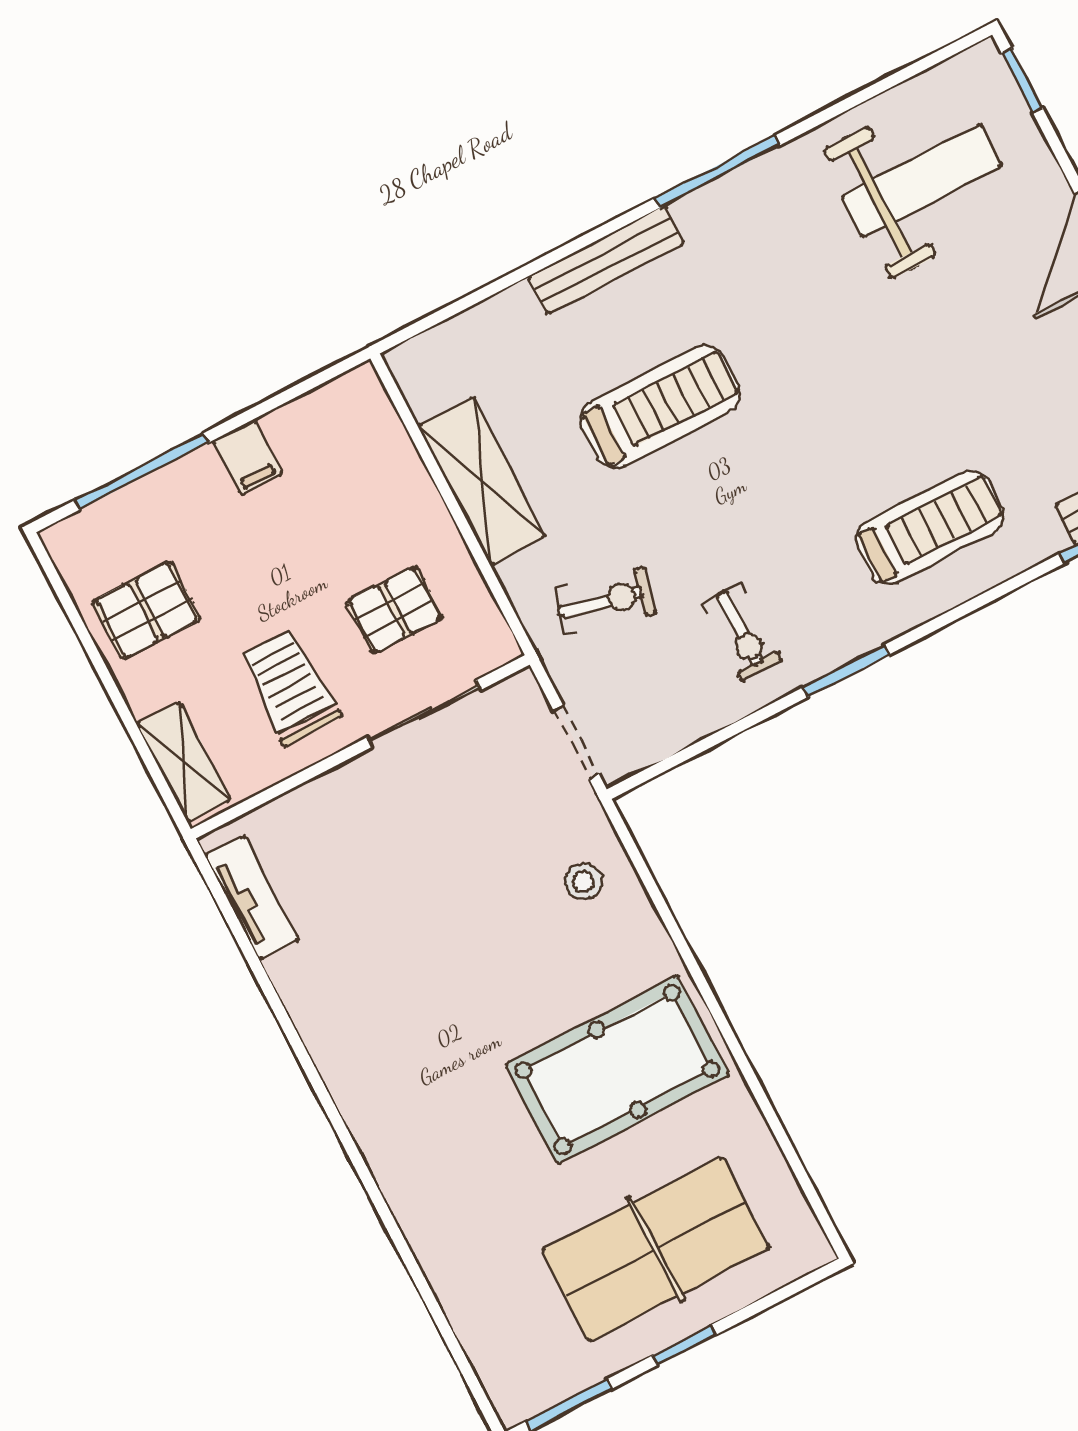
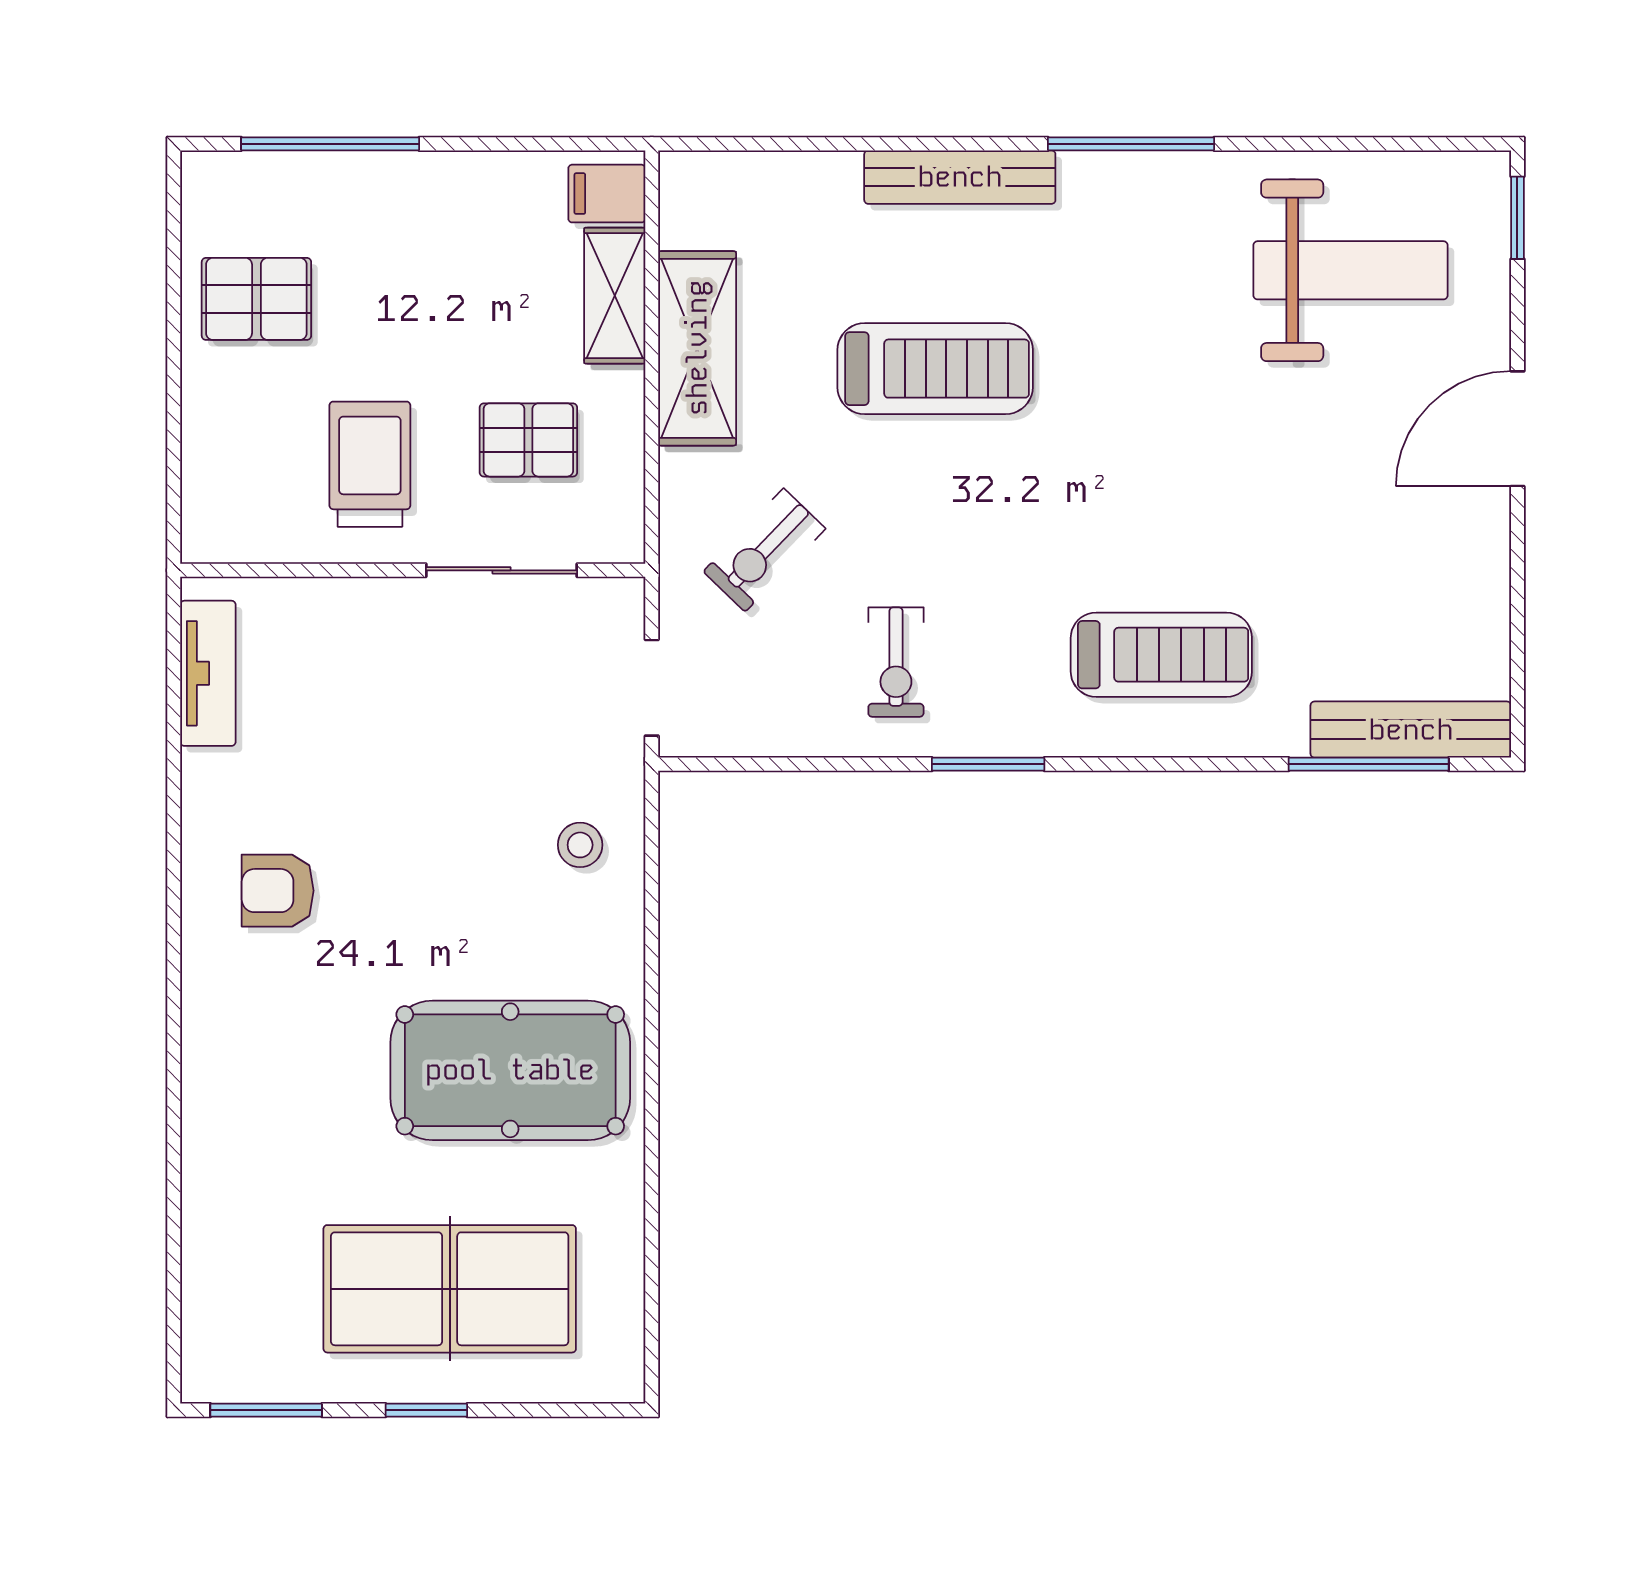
filing cabinet: (248, 457) -> (607, 194), moved, turned 90
exercise bike: (605, 601) -> (764, 550), turned 120
shelving: (184, 762) -> (615, 296), moved
armchair: (383, 1027) -> (278, 891), added

